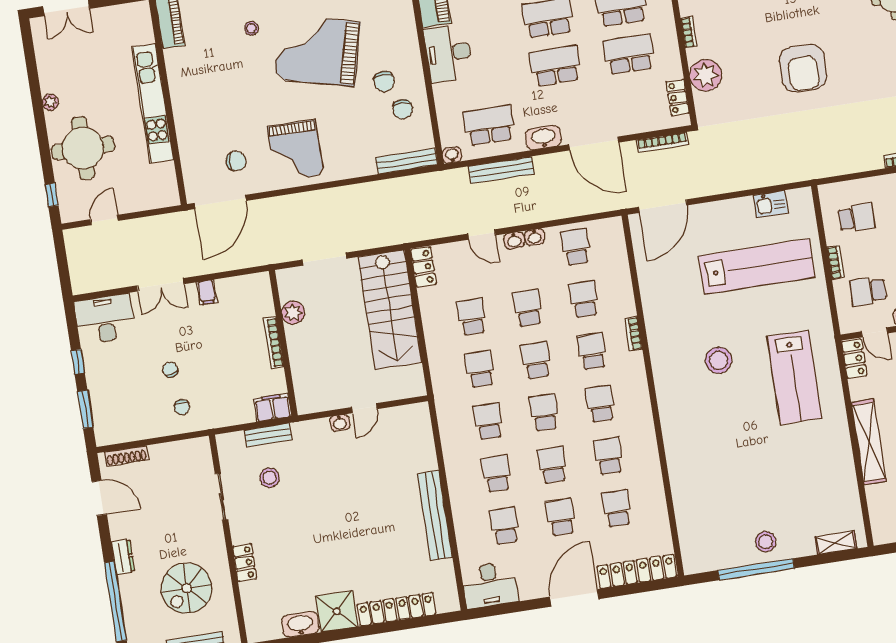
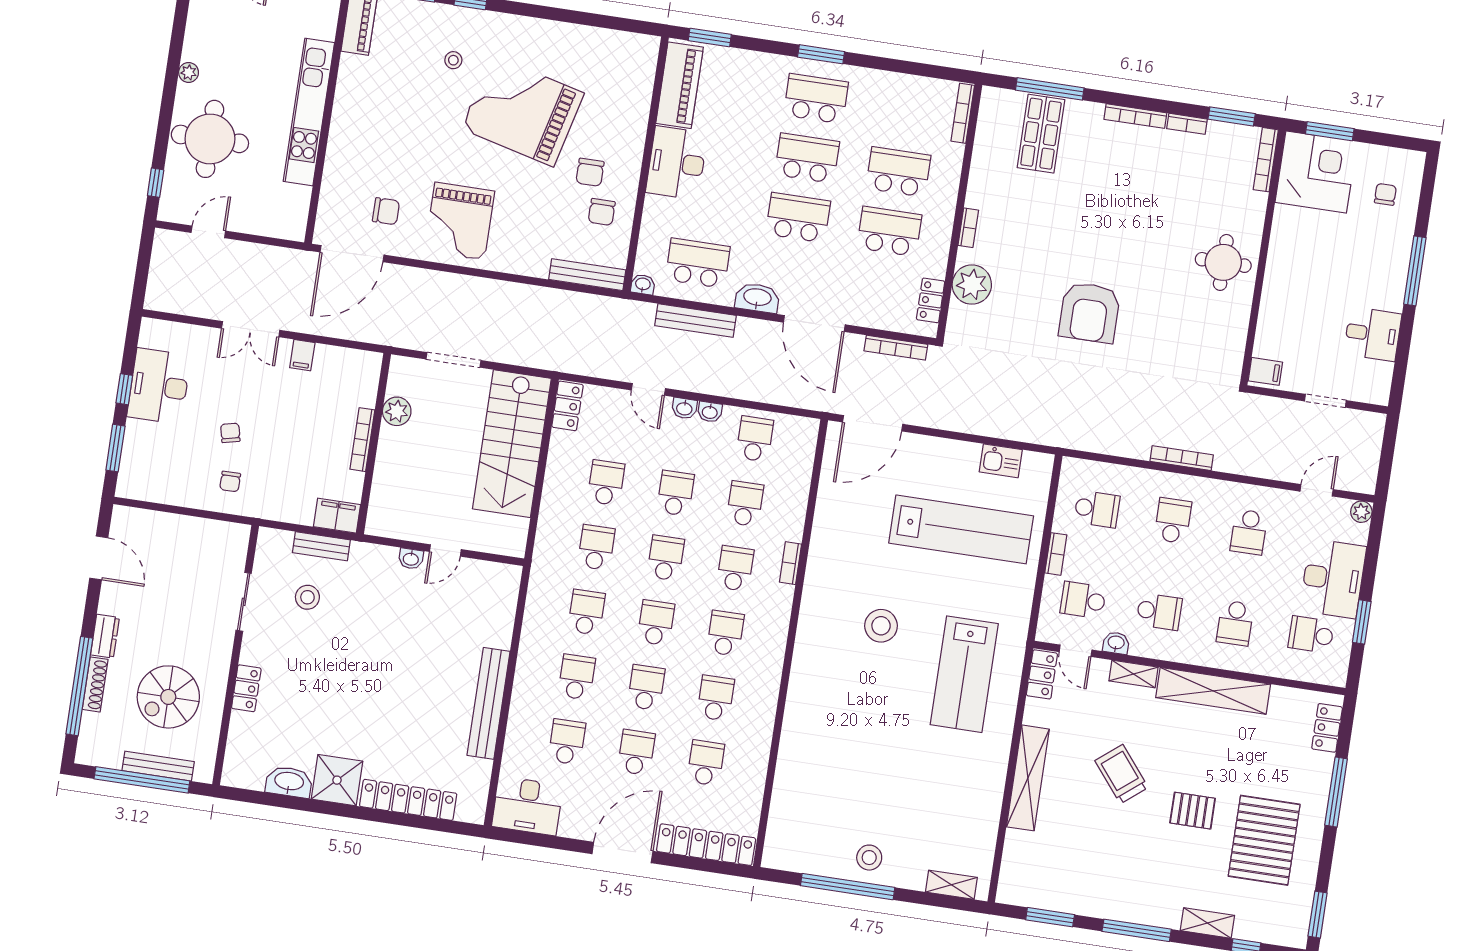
desk: (105, 319) -> (159, 386), moved, turned -90
shoe rack: (126, 456) -> (95, 684), moved, turned -90

